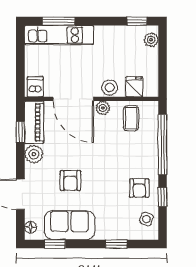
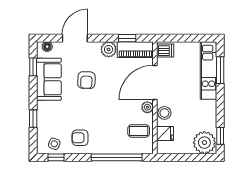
plant: (151, 40) -> (204, 143), width x1.88, depth x1.88
armchair: (70, 181) -> (86, 80), turned -88
window: (163, 197) -> (56, 157), moved

